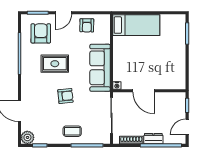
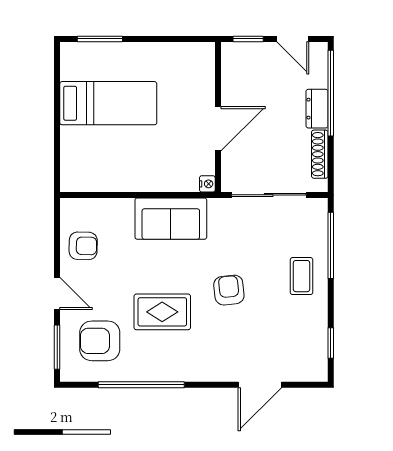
bed: (136, 25) -> (108, 103), moved, turned 90
rug: (55, 64) -> (162, 312), turned 90
sofa: (100, 68) -> (171, 219), width x0.73
plant: (27, 137) -> (314, 368), removed

